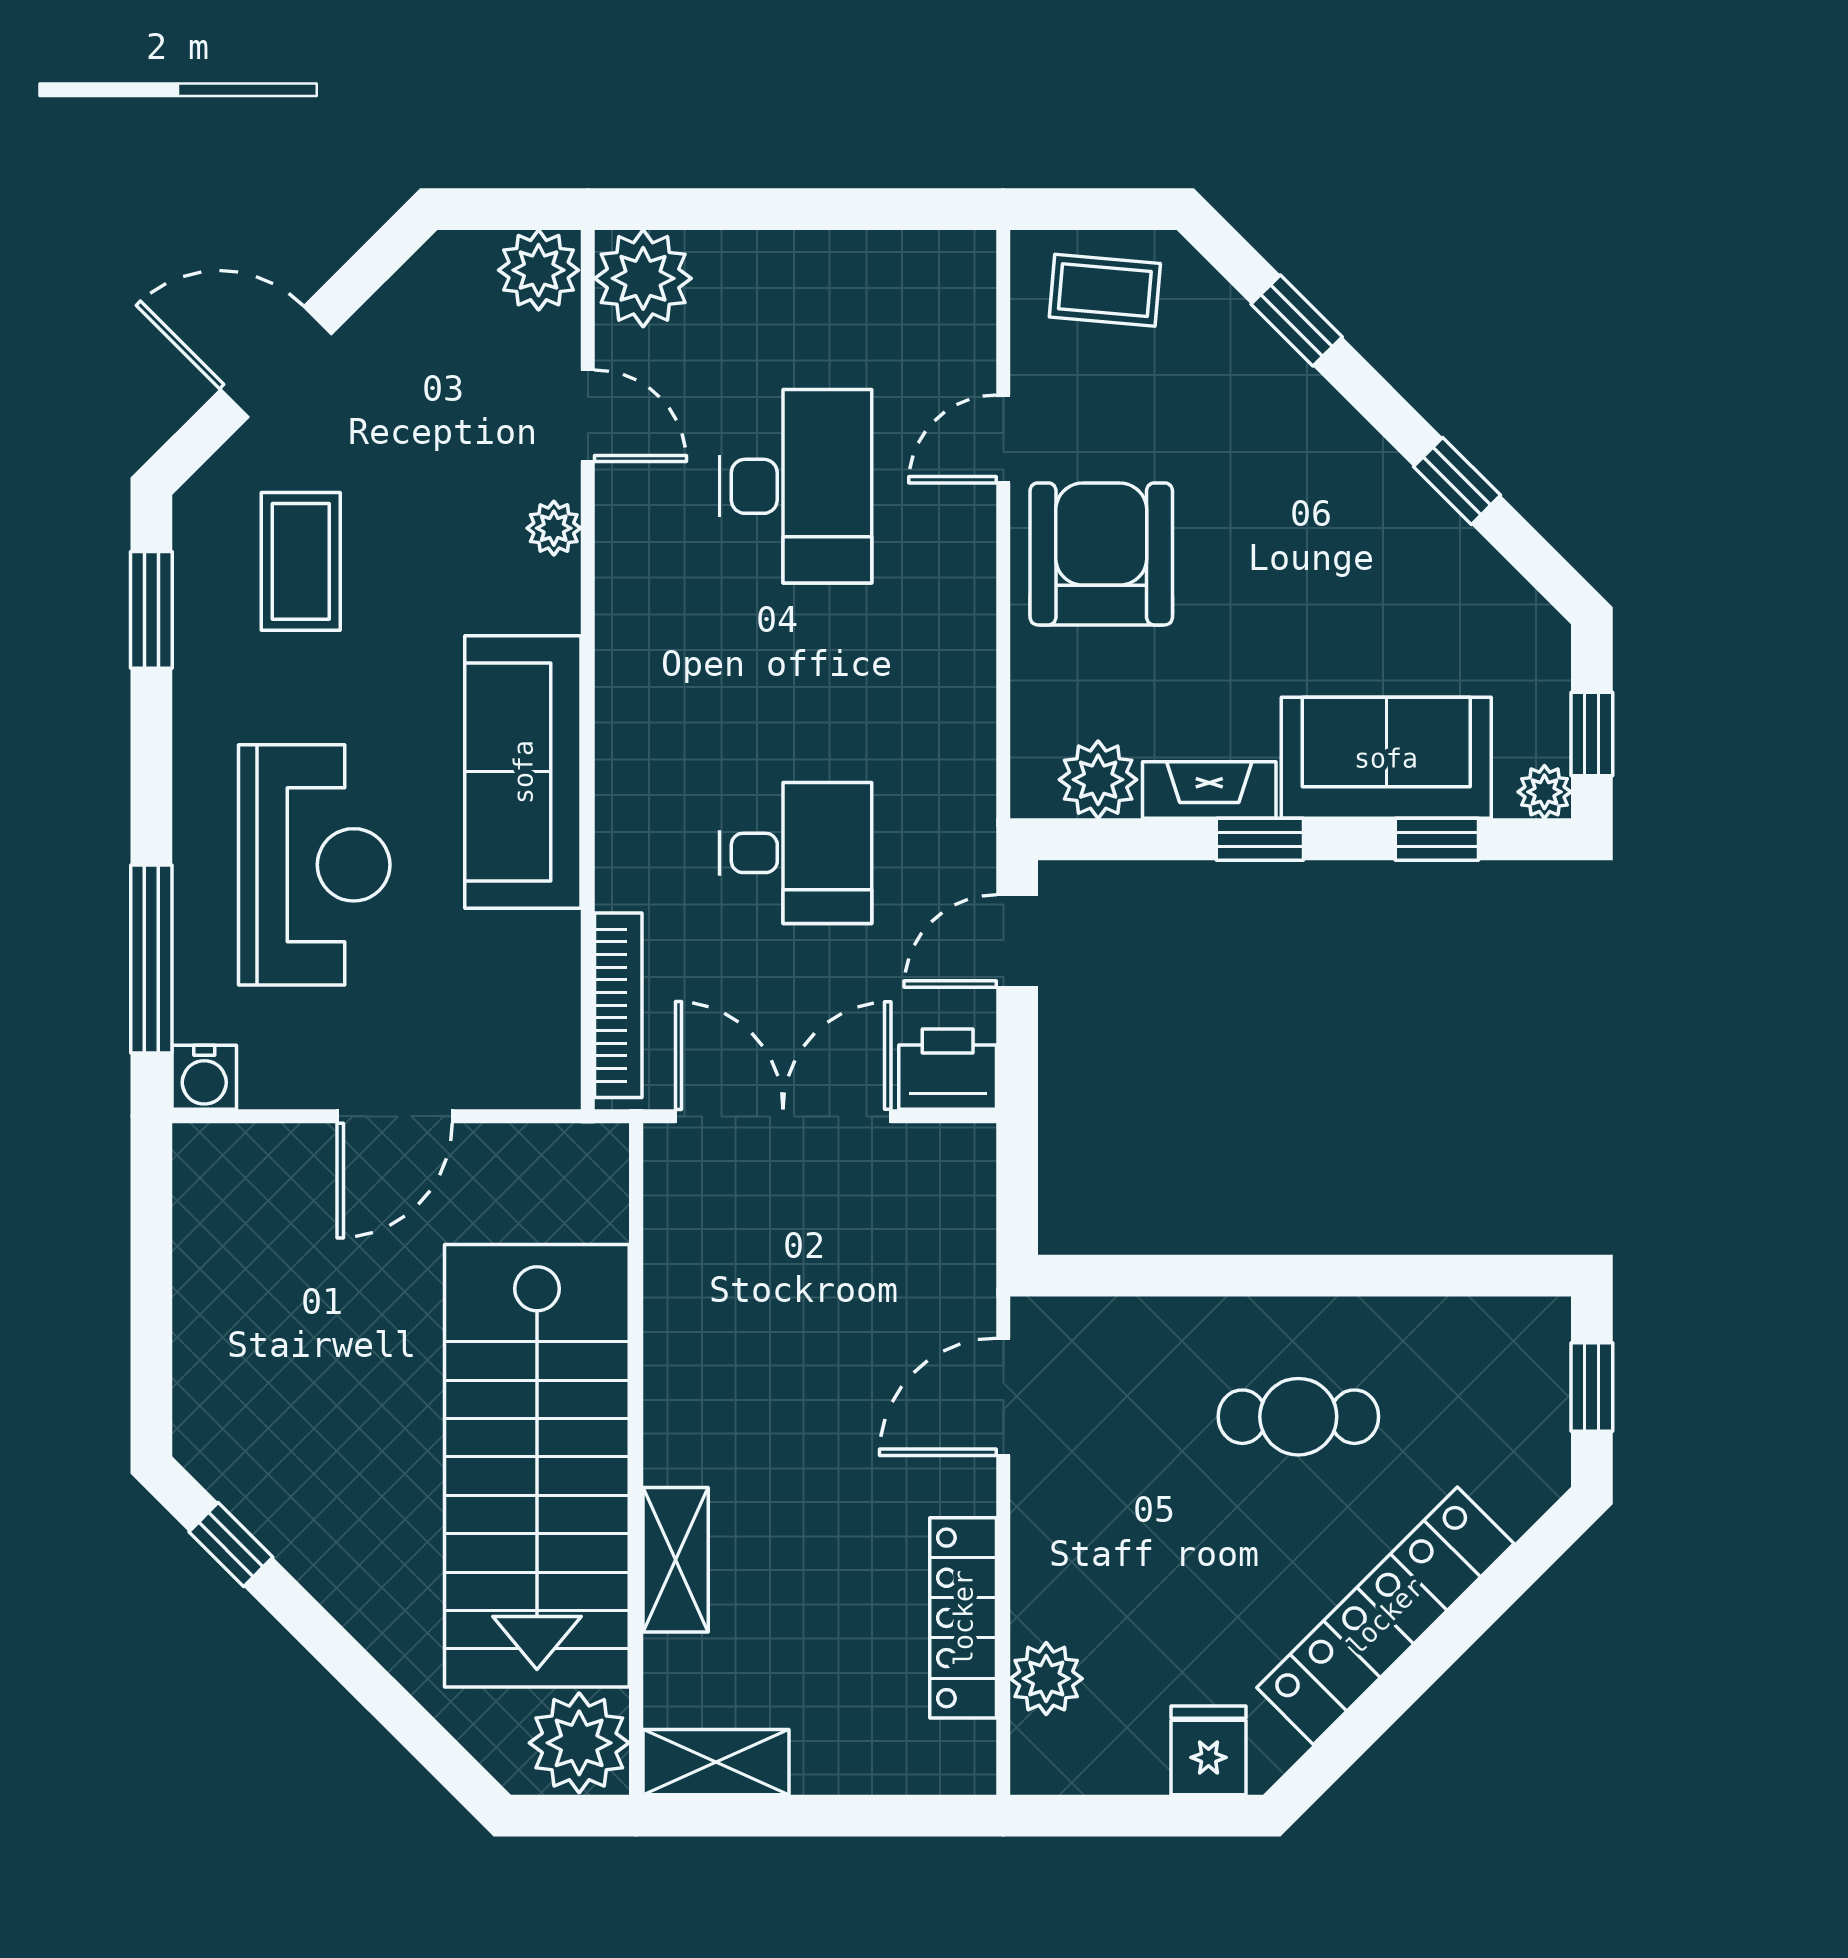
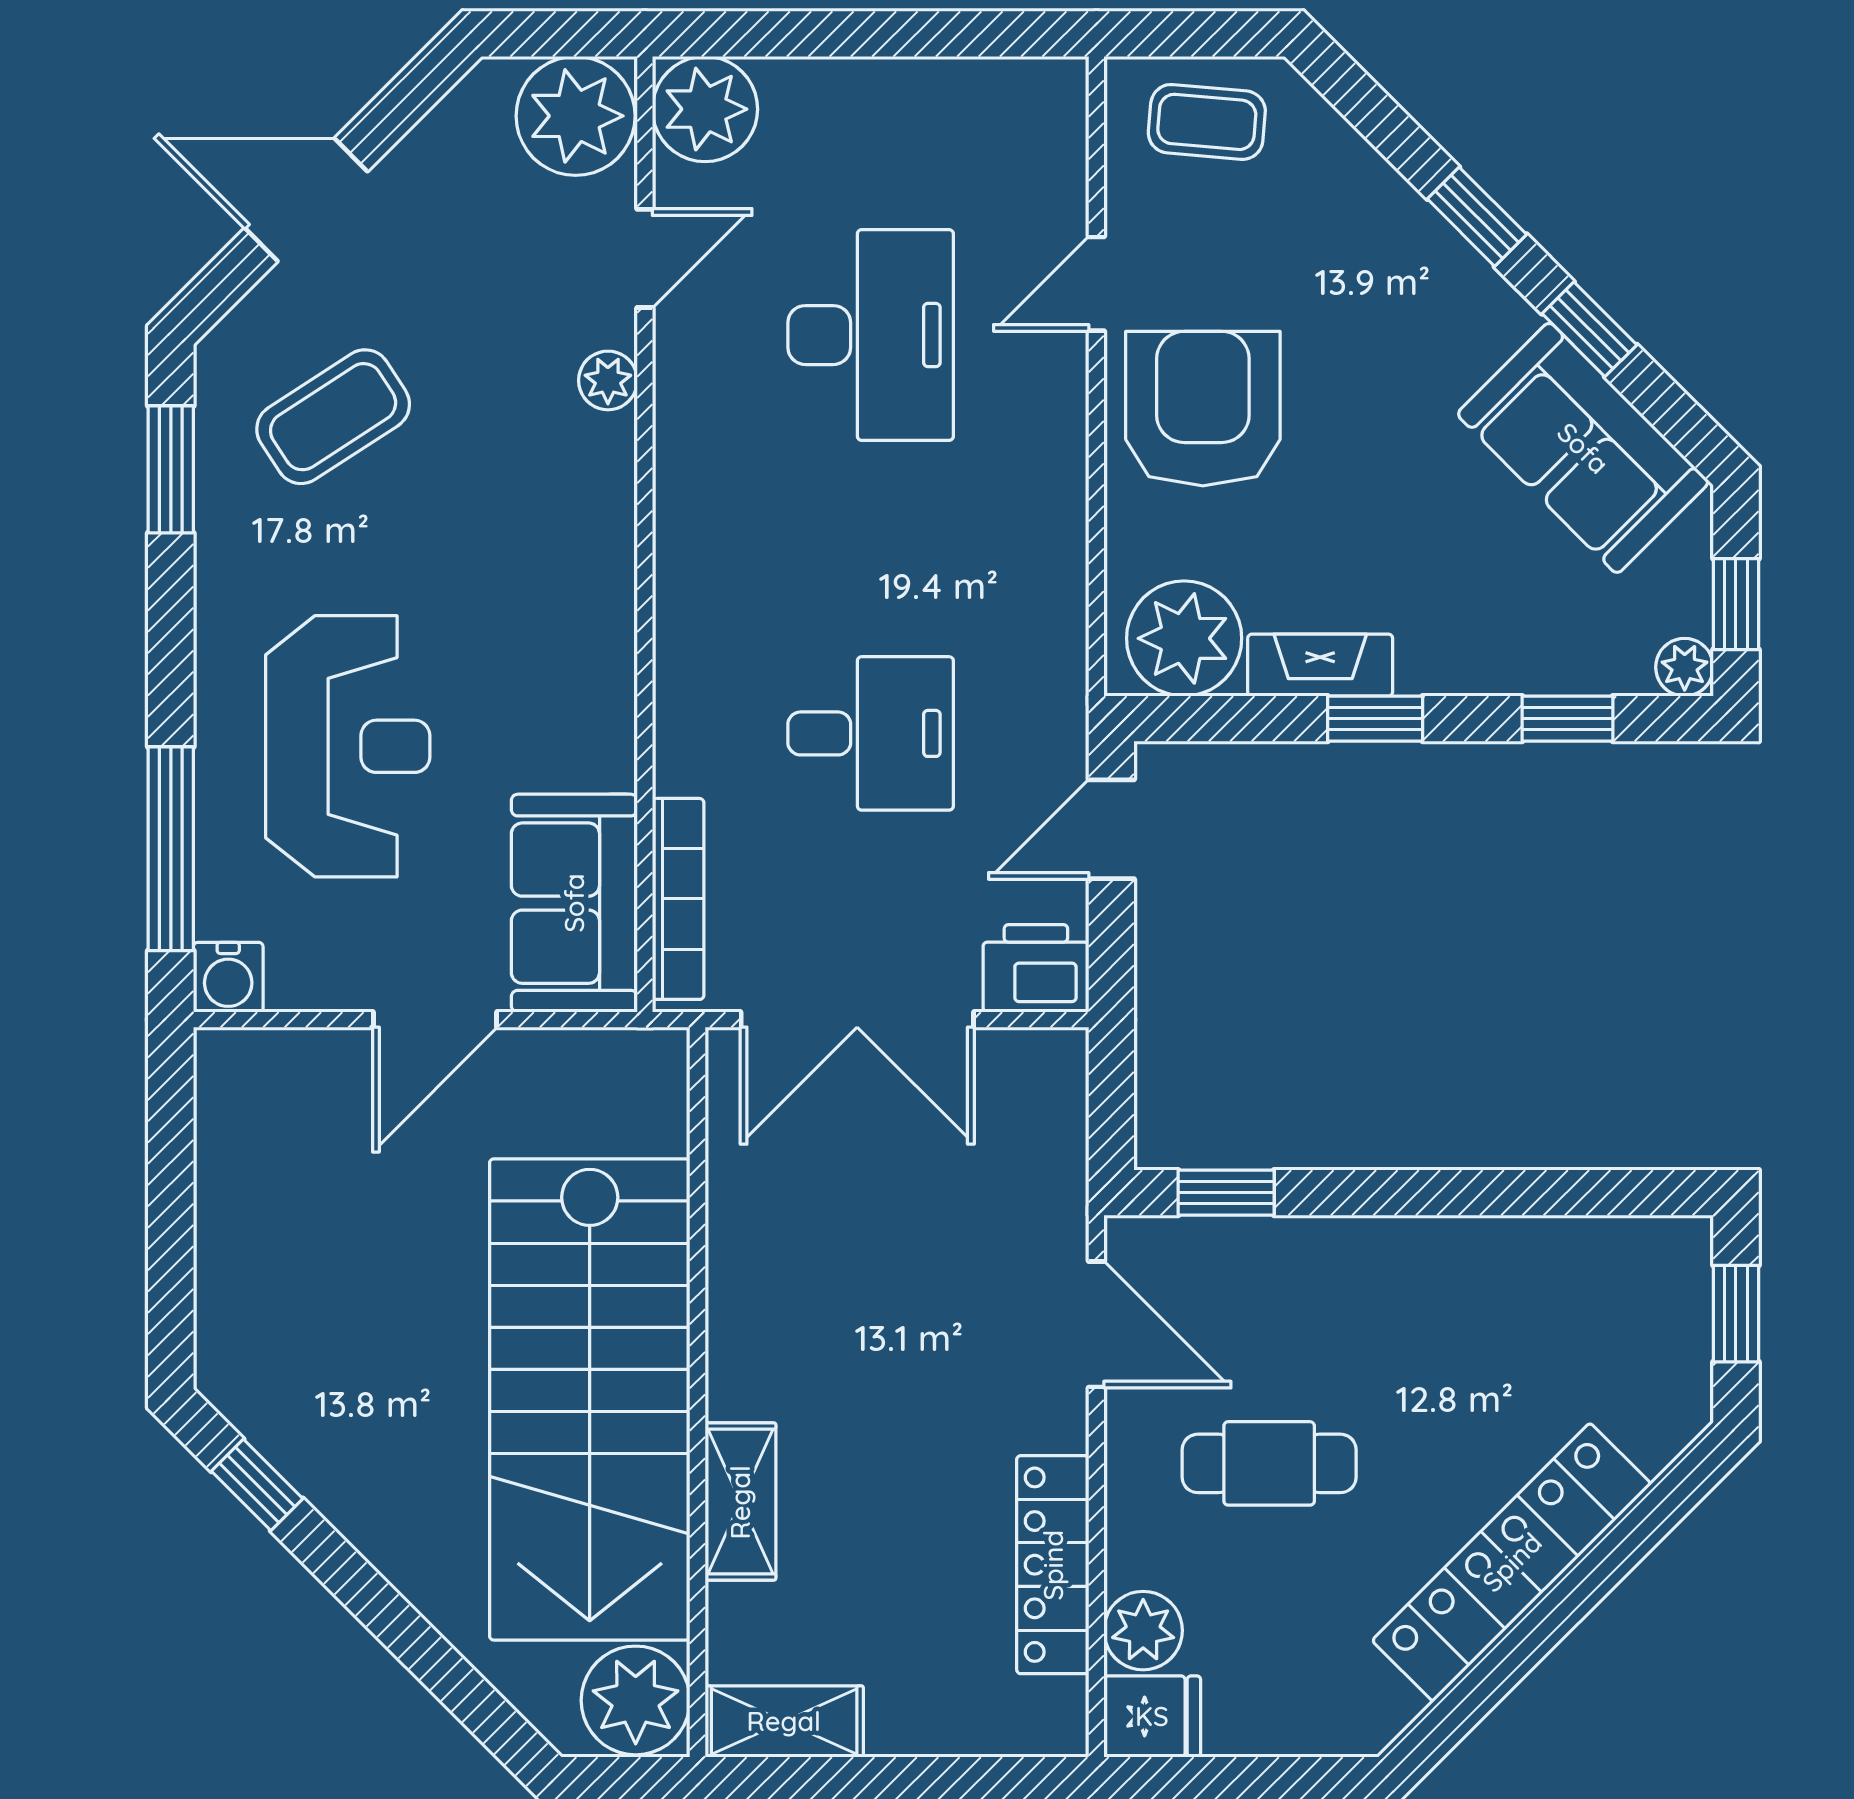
plant: (539, 270) -> (576, 116), width x1.36, depth x1.36
window: (1297, 321) -> (1477, 217), moved
door: (588, 416) -> (645, 258), hinge flipped
coffee table: (301, 561) -> (333, 417), turned 57
sofa: (1386, 758) -> (1583, 448), moved, turned -135
sofa: (523, 772) -> (574, 903), moved, width x0.73
plant: (1098, 780) -> (1184, 638), width x1.36, depth x1.36
double door: (783, 1116) -> (857, 1020), swing flipped
window: (1123, 1276) -> (1226, 1193), added
door: (1003, 1397) -> (1096, 1324), swing flipped
cafe table: (1298, 1417) -> (1269, 1463), moved
fridge: (1209, 1750) -> (1152, 1716), moved, turned 90

